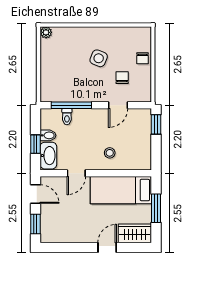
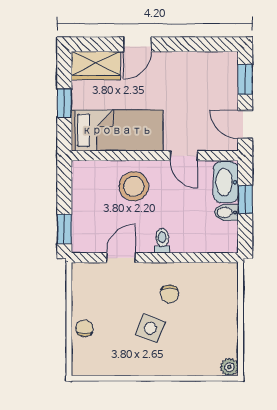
chair: (122, 78) -> (170, 294), moved
window: (71, 105) -> (191, 258), removed
toilet: (67, 117) -> (162, 241), moved
stool: (110, 153) -> (134, 186), width x1.89, depth x1.89
door: (76, 173) -> (184, 156), swing flipped
window: (156, 208) -> (64, 103), width x0.67

